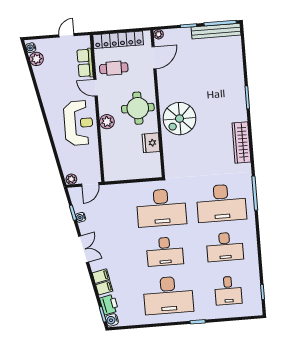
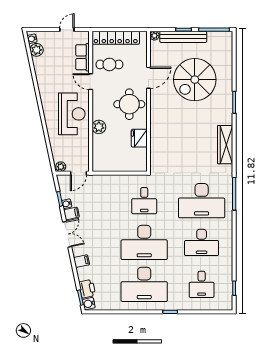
bench: (216, 31) -> (183, 37), moved
door: (154, 58) -> (148, 78), moved
spiral stairs: (180, 119) -> (195, 80), moved, width x1.37, depth x1.37
plant: (107, 122) -> (99, 127), moved
desk: (161, 208) -> (144, 201), width x0.53, depth x0.77
desk: (165, 251) -> (144, 242), width x1.36, depth x1.30
filing cabinet: (104, 288) -> (71, 213), moved

